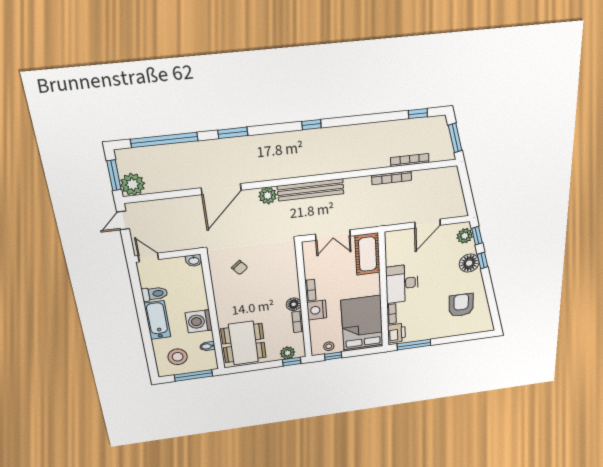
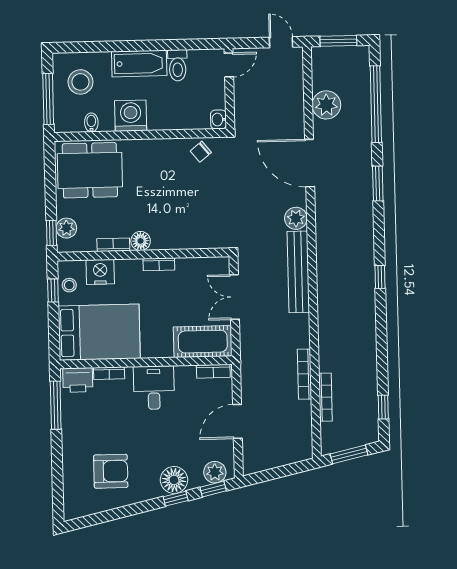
plant: (133, 184) -> (326, 105), moved
door: (428, 224) -> (237, 421), hinge flipped
bookcase: (390, 244) -> (213, 371), added
chair: (240, 268) -> (201, 152), moved
desk: (402, 284) -> (154, 388), width x0.73
nightstand: (317, 310) -> (100, 272), moved

